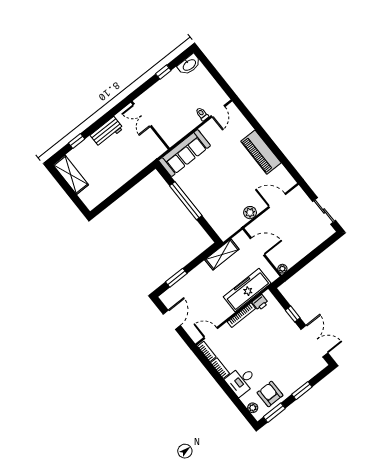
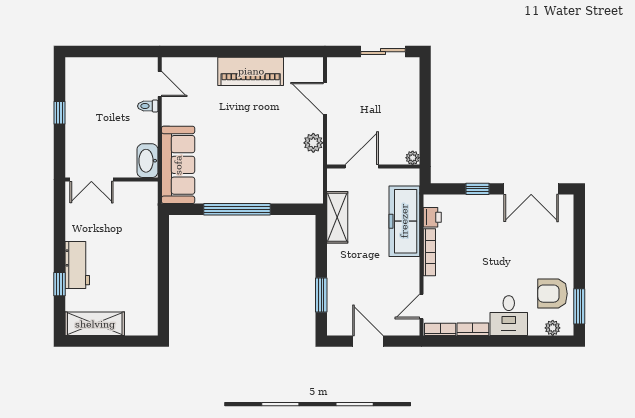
washbasin: (189, 65) -> (147, 161), moved, turned 180
workbench: (107, 132) -> (77, 265), moved
door: (277, 201) -> (325, 98), hinge flipped
double door: (314, 341) -> (531, 189), swing flipped
window: (302, 391) -> (579, 252), removed

